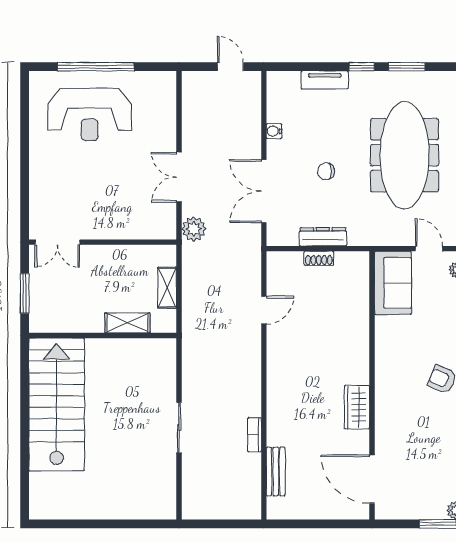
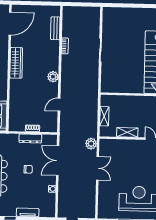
double door: (264, 191) -> (58, 161), swing flipped
shelving: (127, 323) -> (127, 132), moved
plant: (278, 369) -> (53, 77), added
wardrobe: (357, 407) -> (16, 63), width x1.50
door: (372, 479) -> (10, 24), hinge flipped

